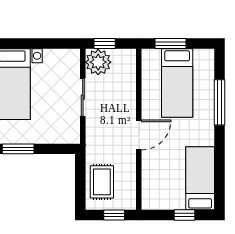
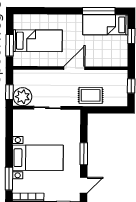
window: (219, 102) -> (99, 11), moved
door: (139, 135) -> (74, 68), hinge flipped
rug: (102, 182) -> (91, 95), moved

